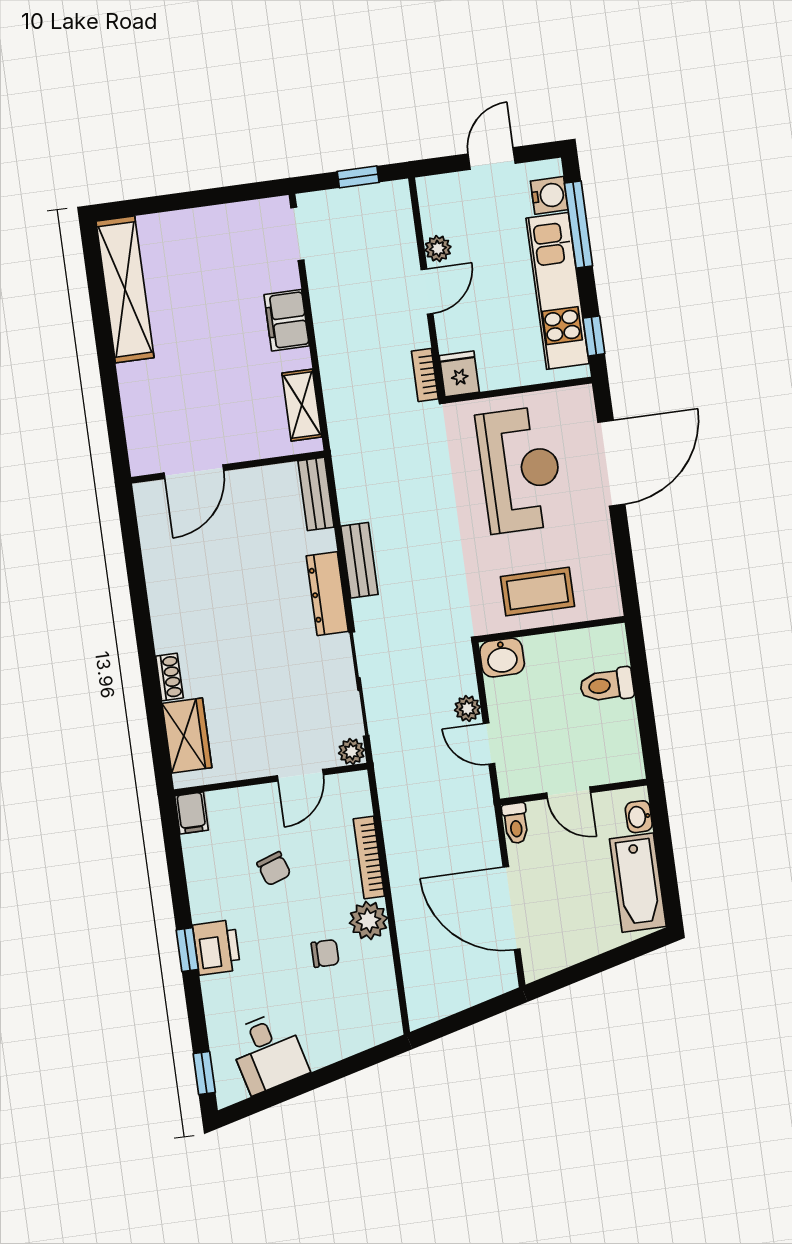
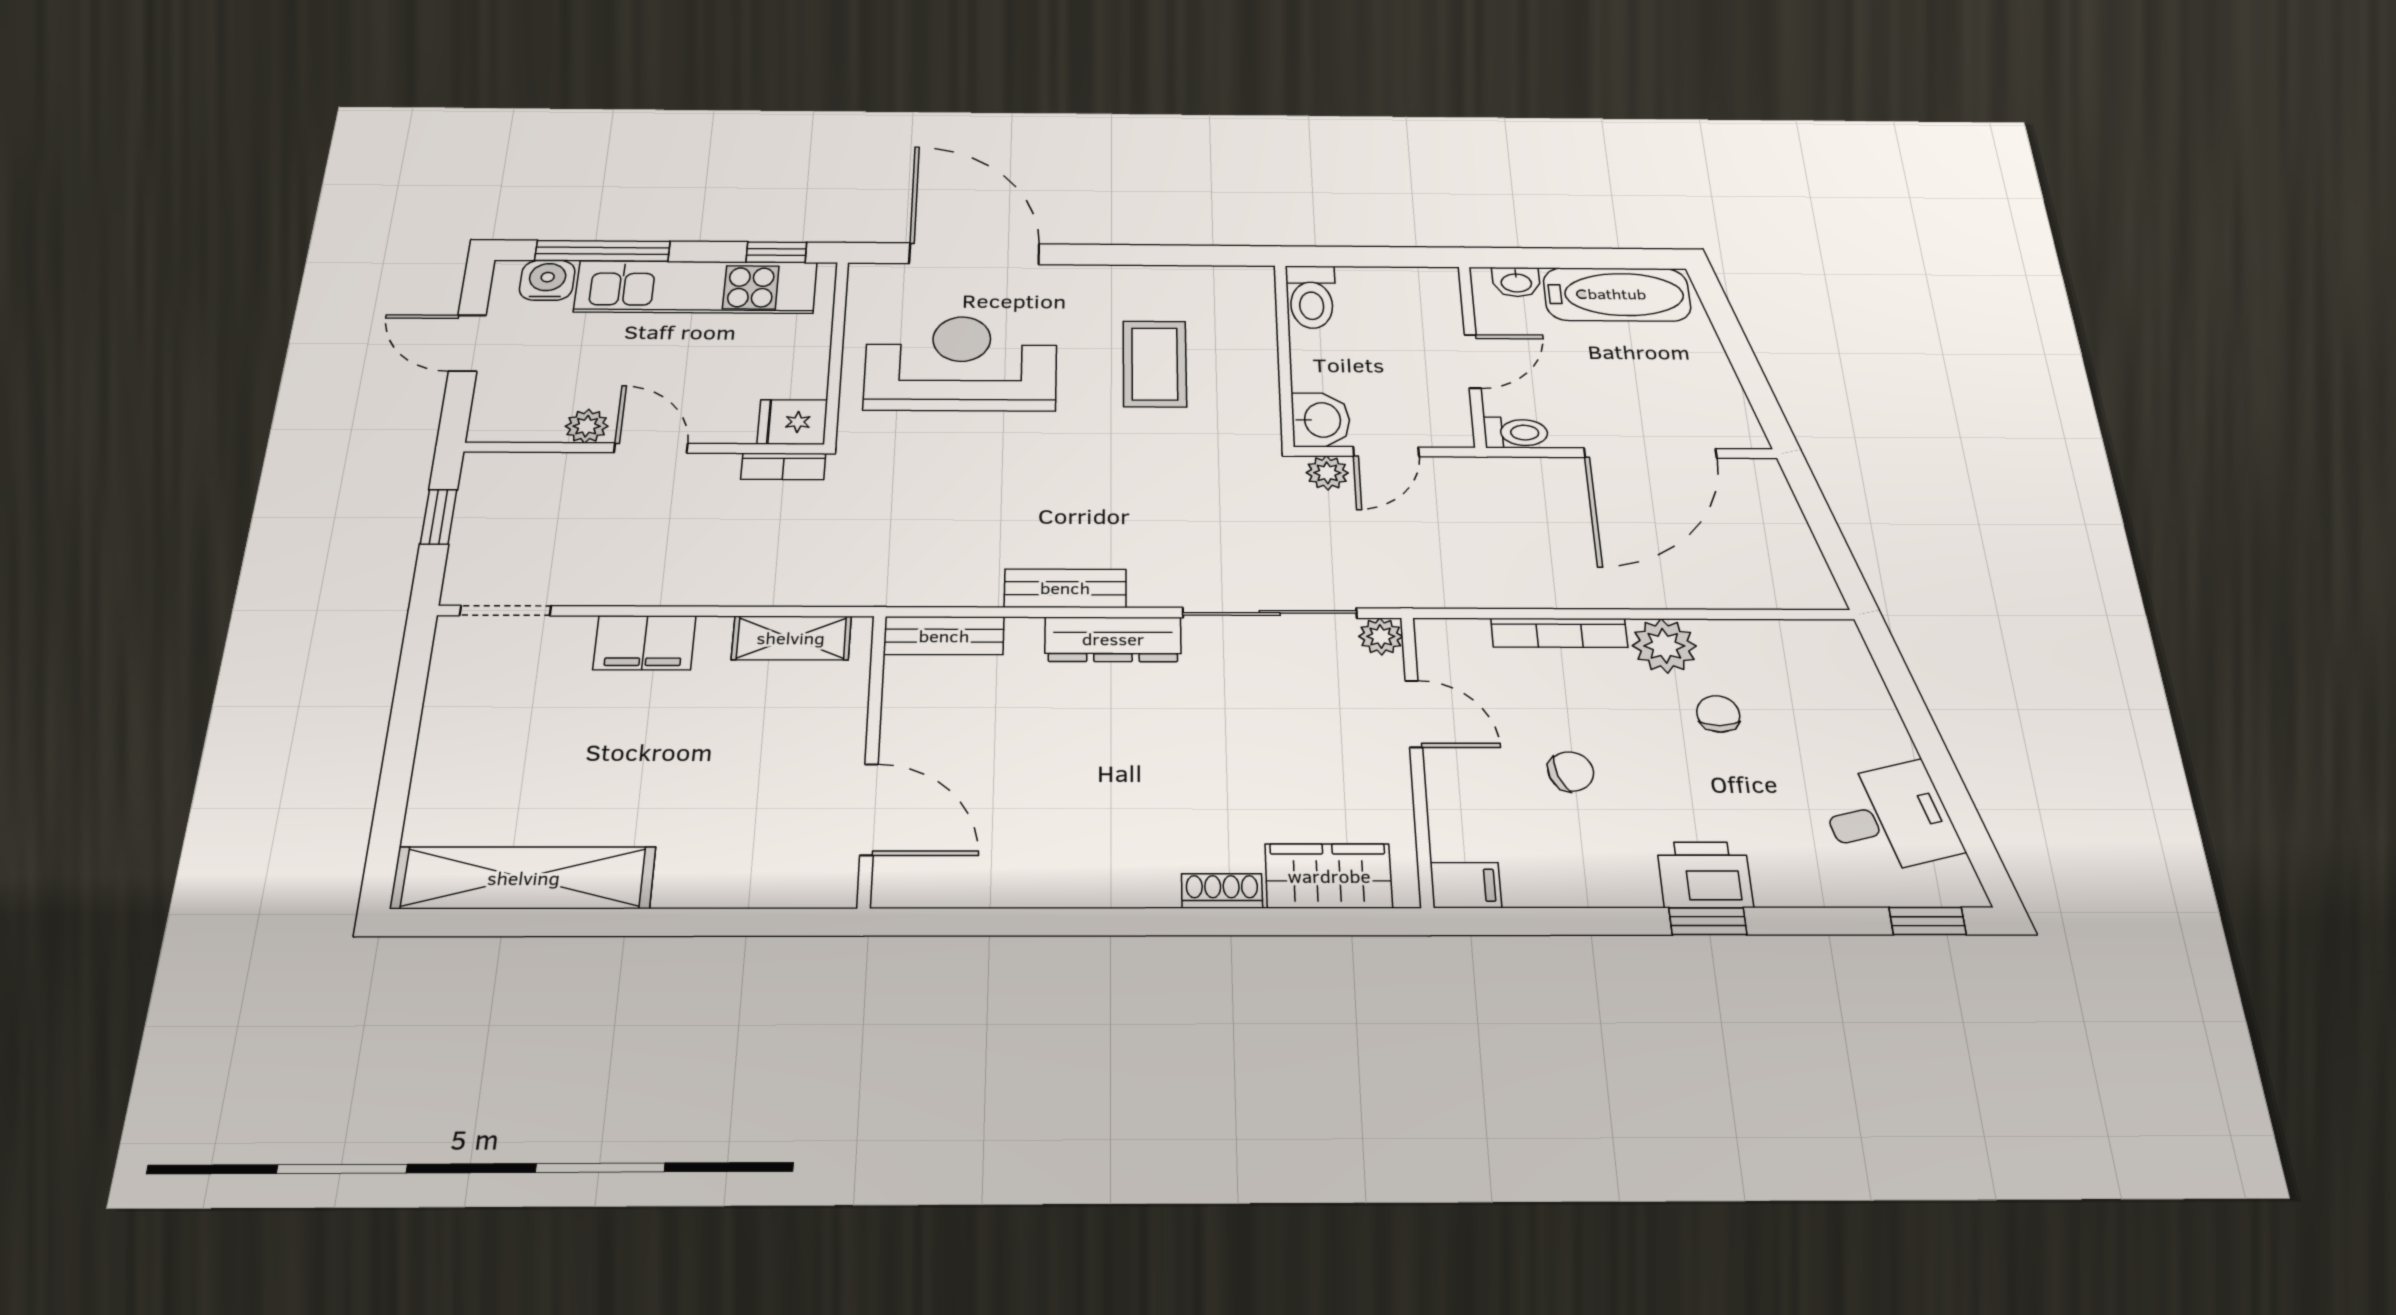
wall: (551, 629) -> (1284, 354), moved
washbasin: (502, 658) -> (1321, 420), moved

